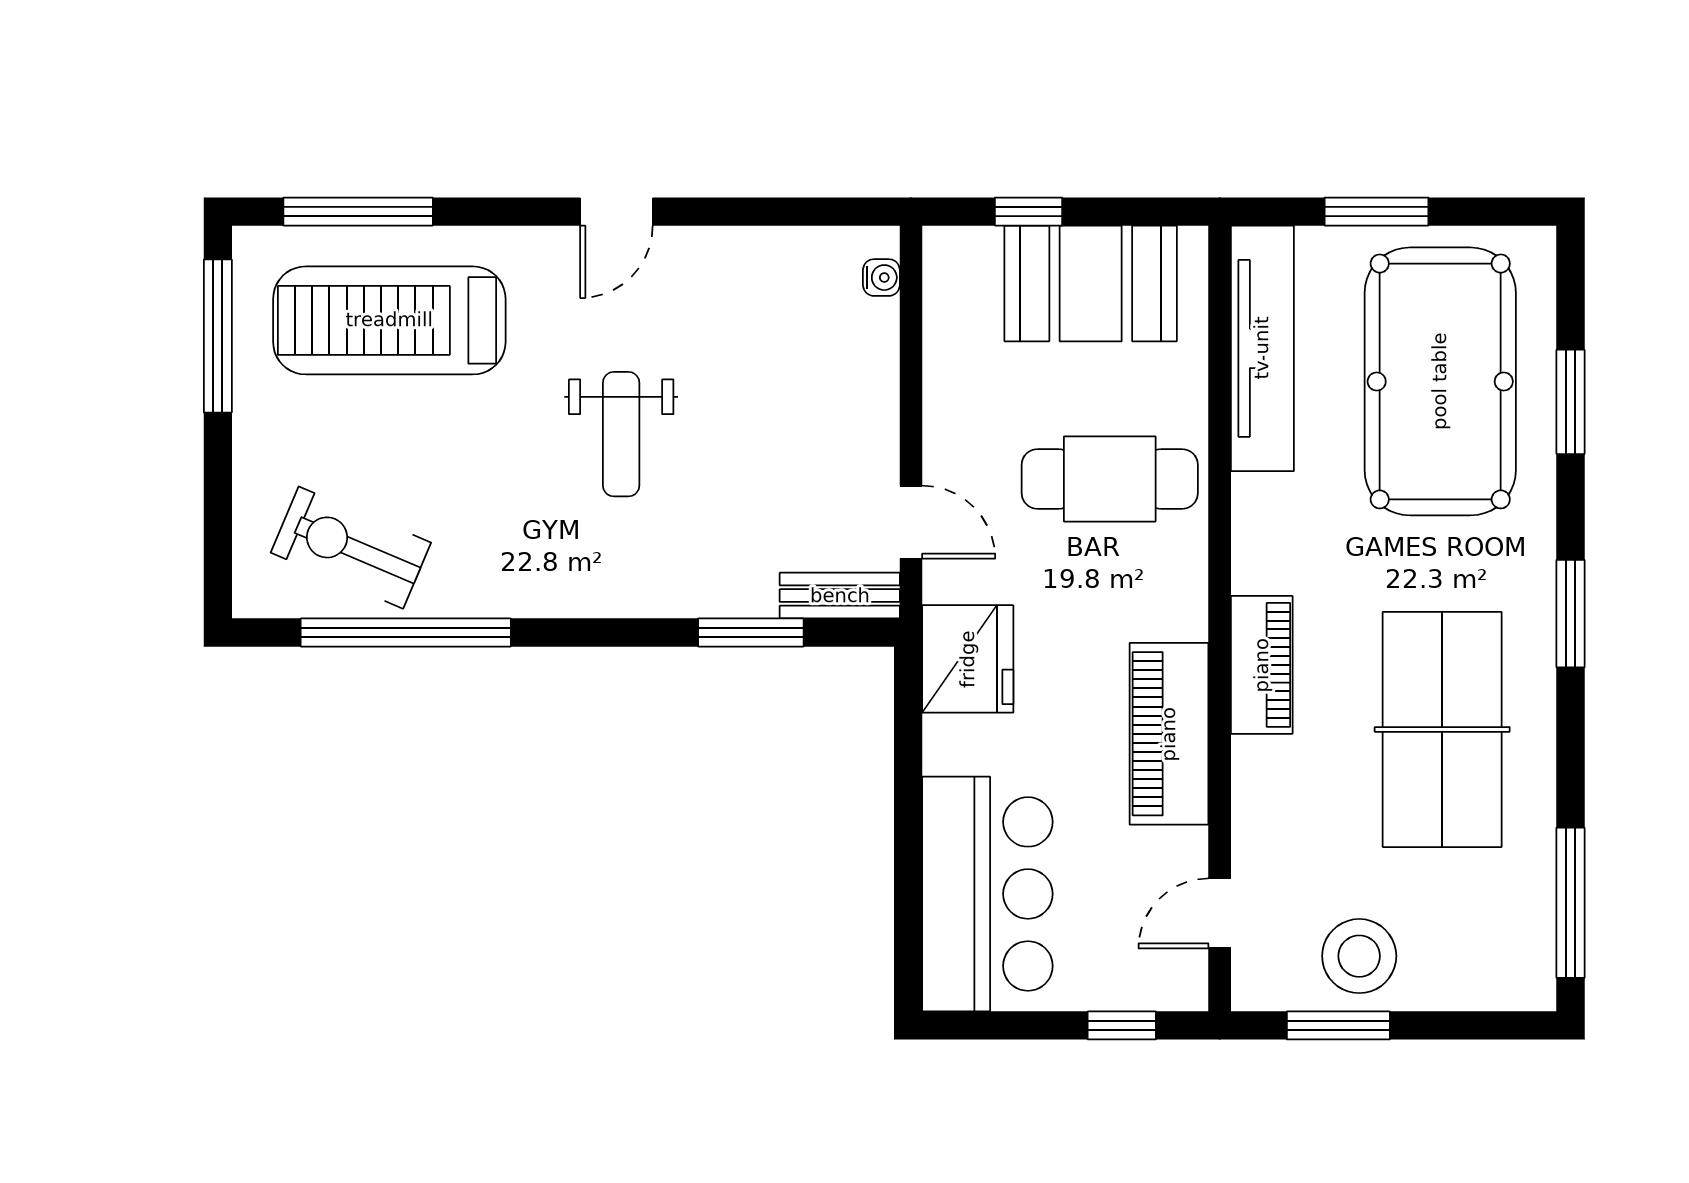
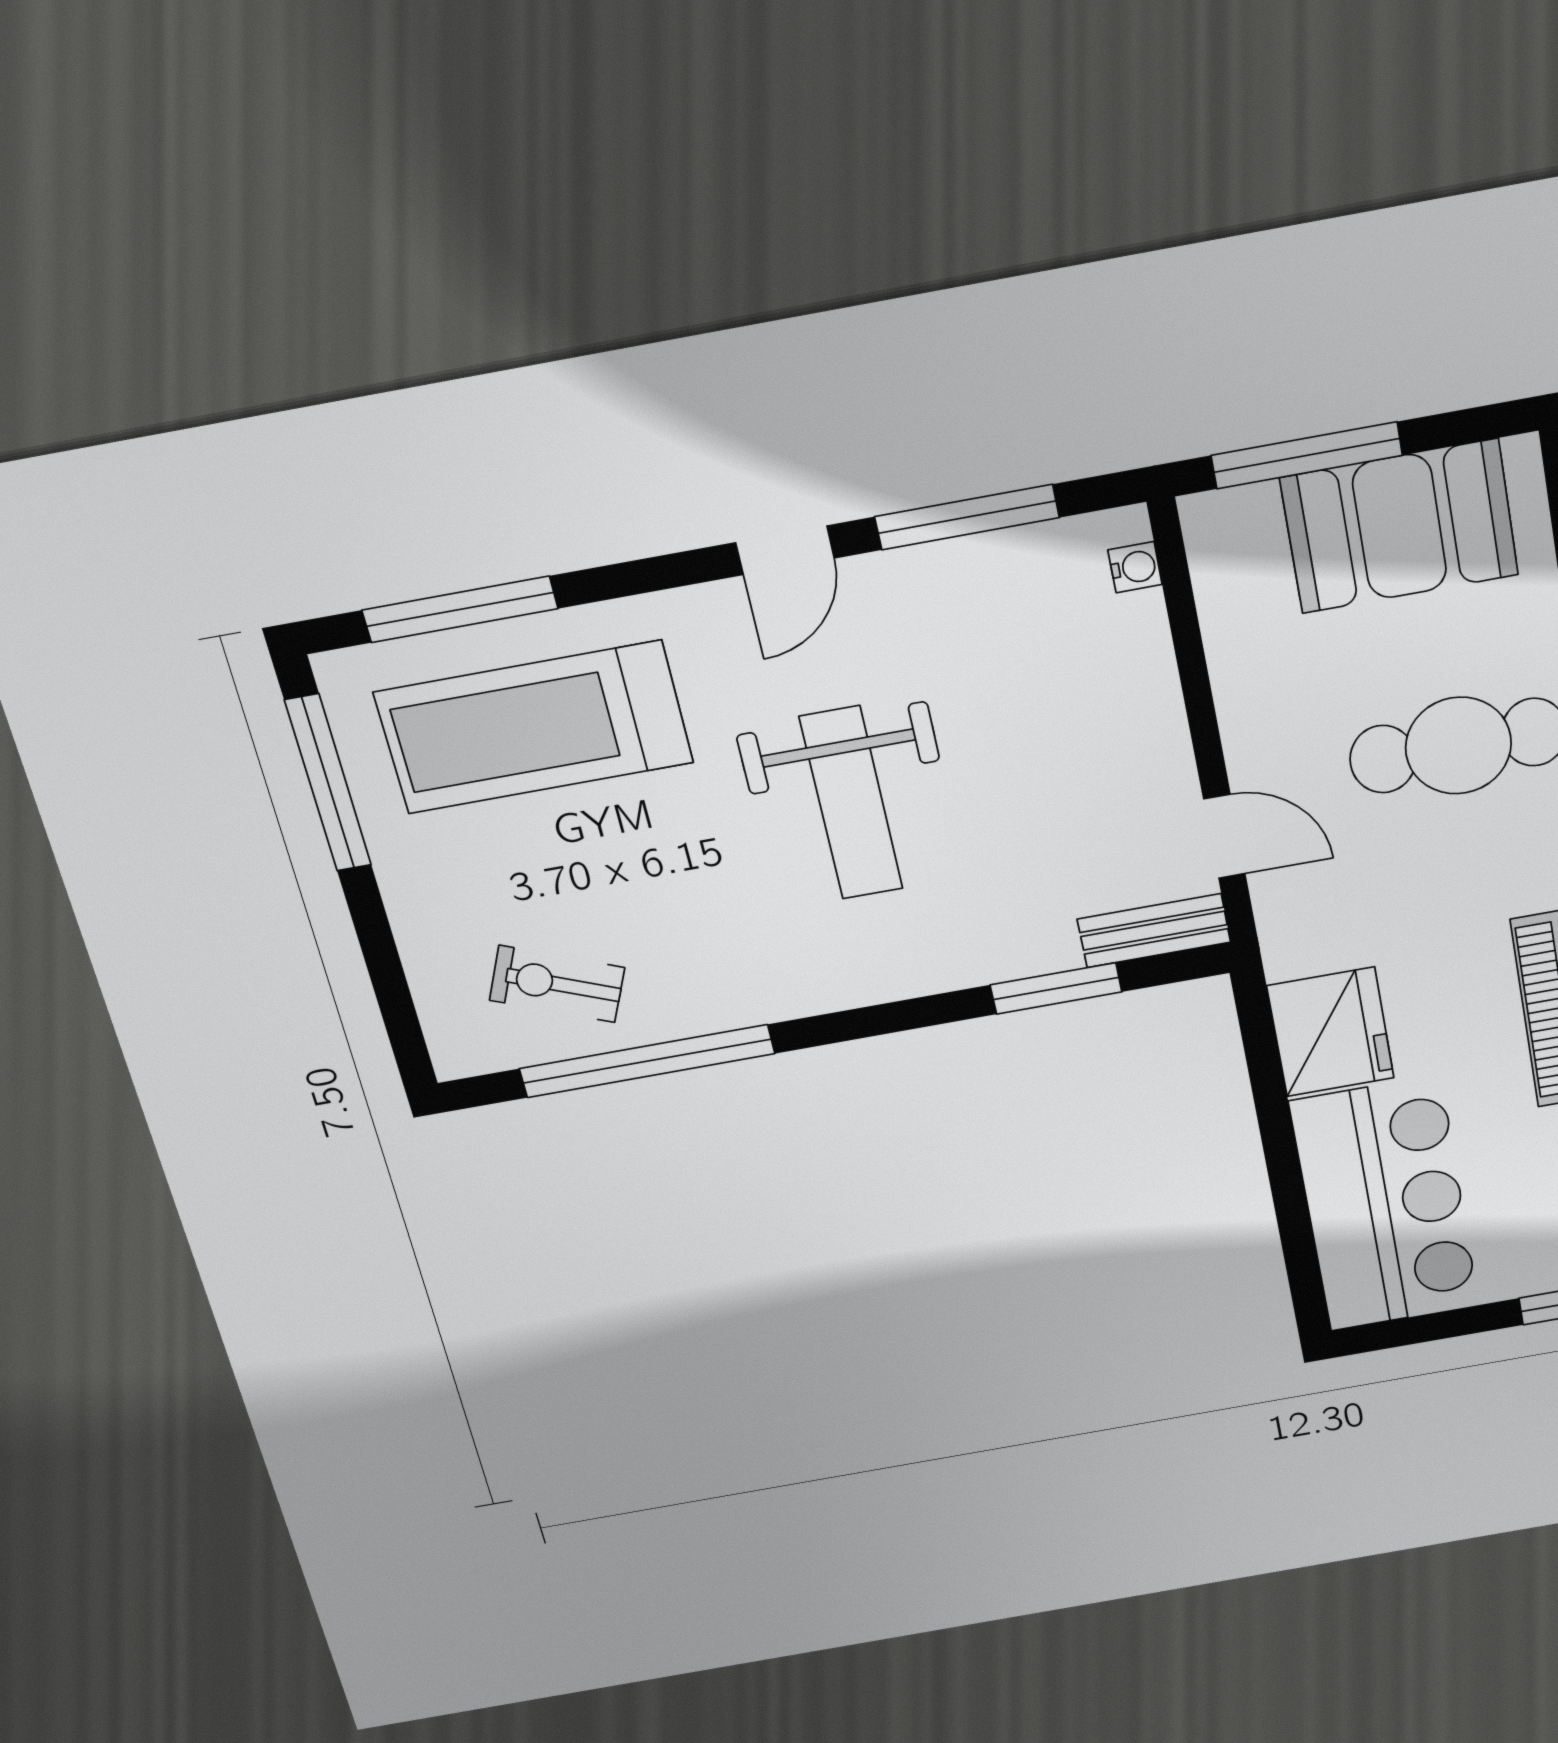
window: (761, 212) -> (967, 517), added
window: (1028, 212) -> (1307, 455), width x2.17
weight bench: (621, 434) -> (851, 803), width x1.36, depth x1.33
exercise bike: (351, 548) -> (557, 984), width x0.73, depth x0.72
fridge: (968, 659) -> (1331, 1032), moved

